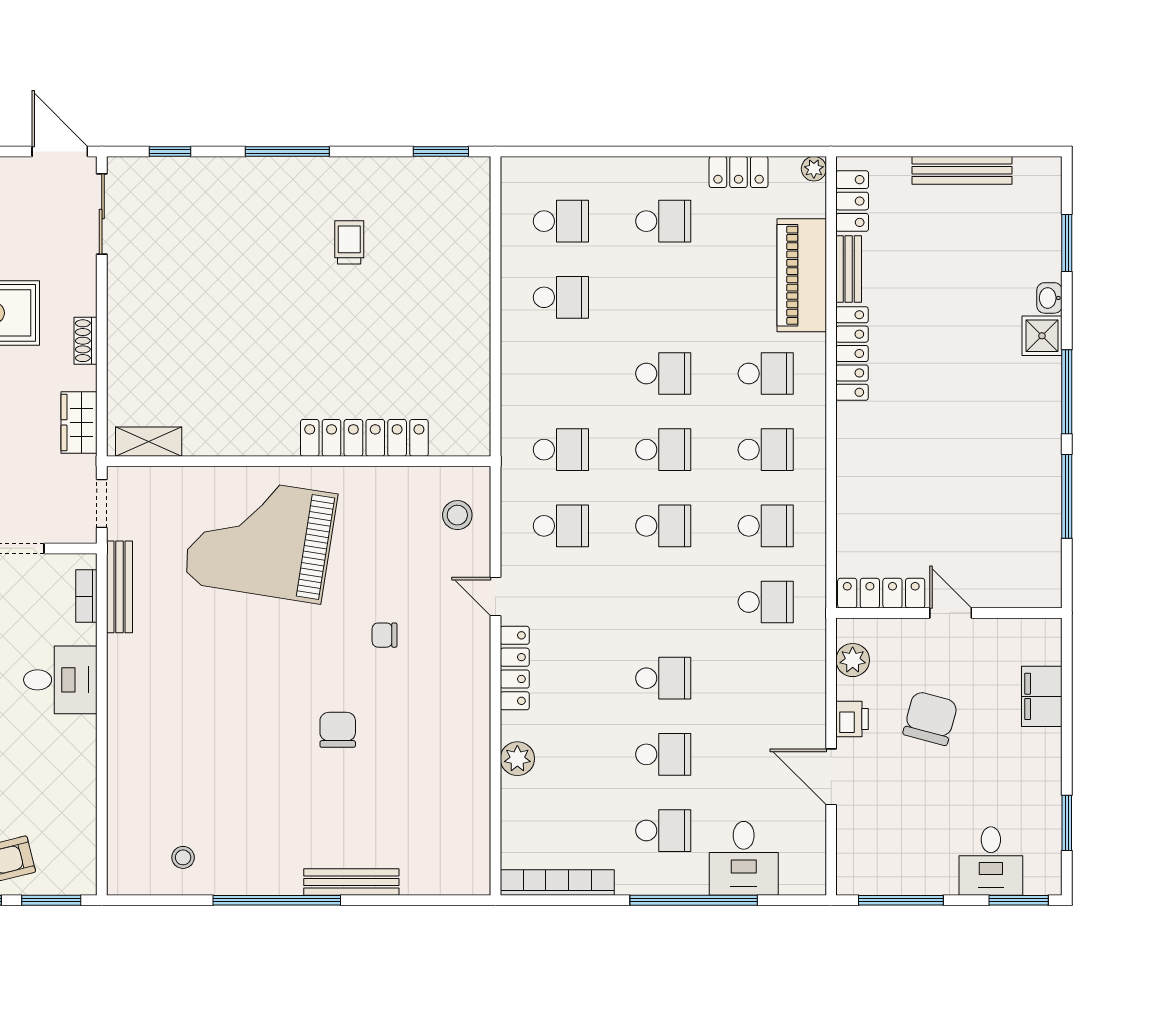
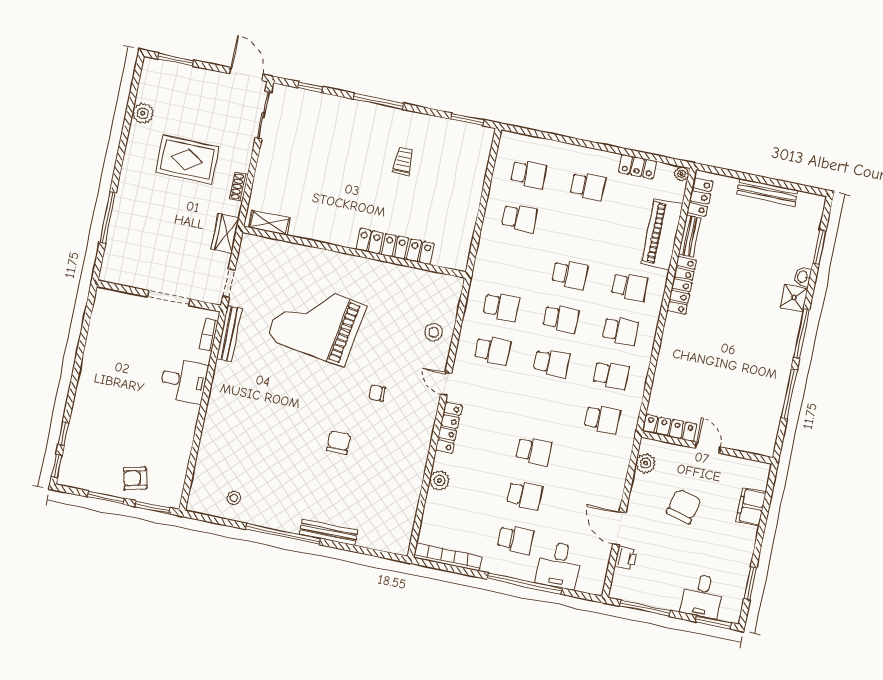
locker: (364, 438) -> (395, 246), moved
shelving: (149, 442) -> (269, 223), moved
wall: (299, 461) -> (354, 252), moved
printer: (852, 719) -> (626, 558), moved

